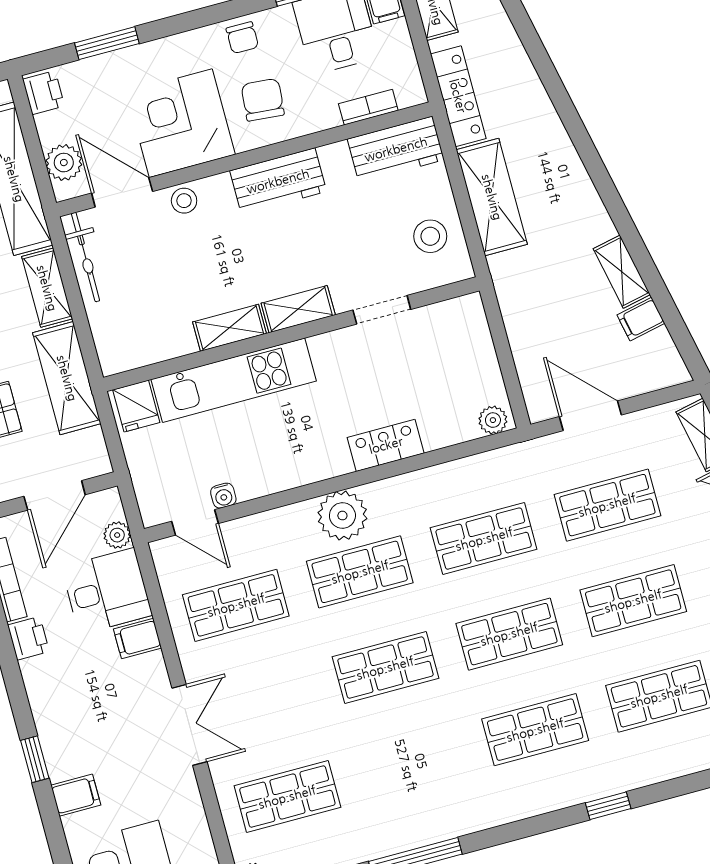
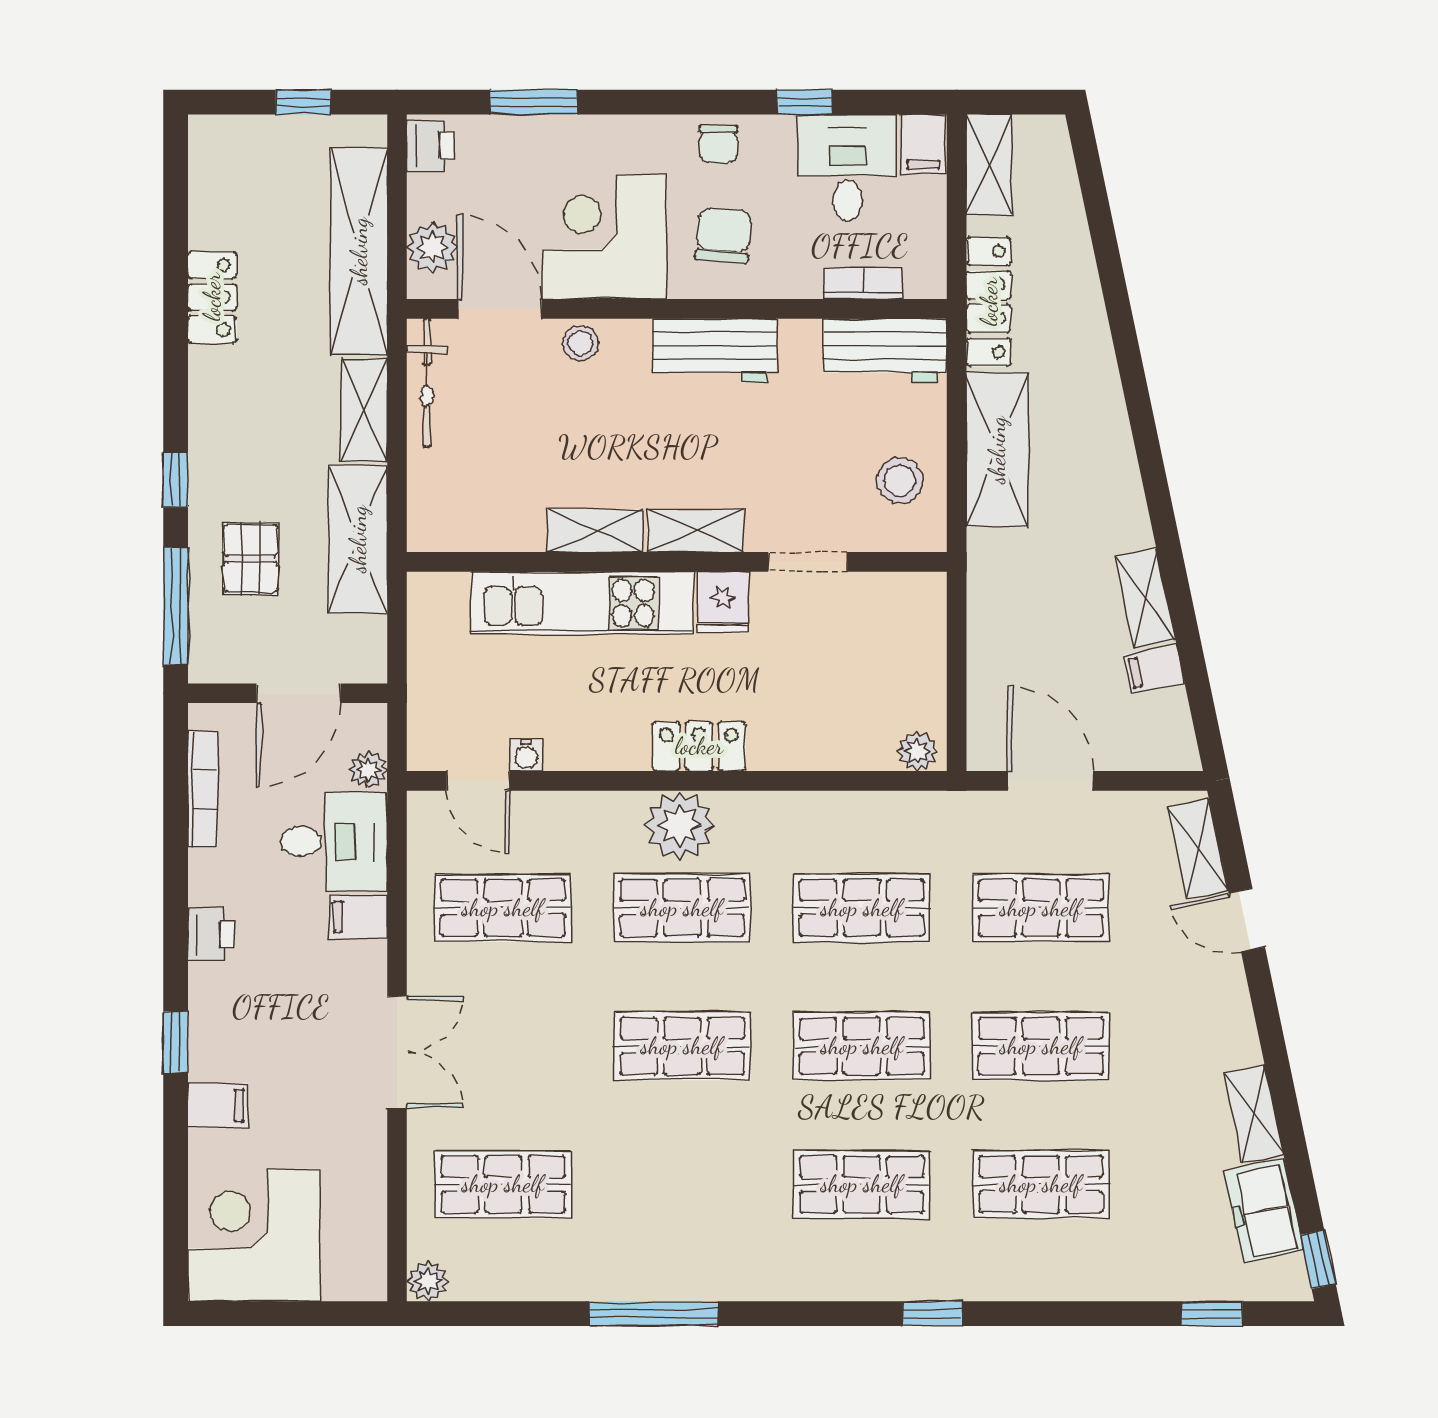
fridge: (136, 406) -> (723, 602), moved
locker: (386, 445) -> (699, 746), moved
printer: (28, 638) -> (211, 934), moved

